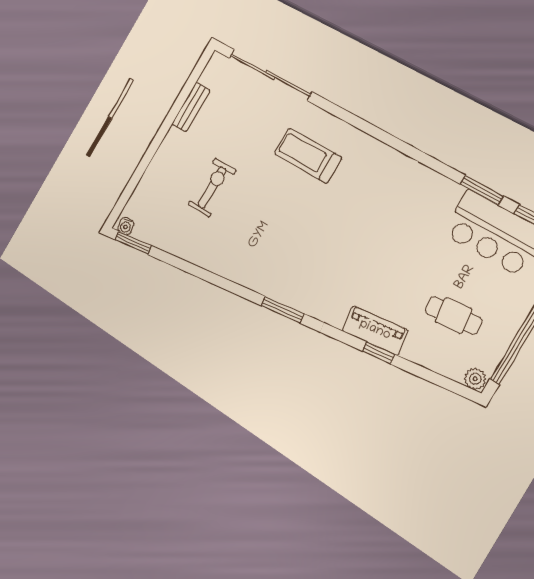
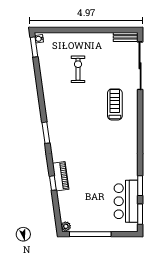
bench: (191, 107) -> (126, 37), moved
exercise bike: (212, 187) -> (78, 69), turned -90
cafe table: (453, 315) -> (85, 204), removed

